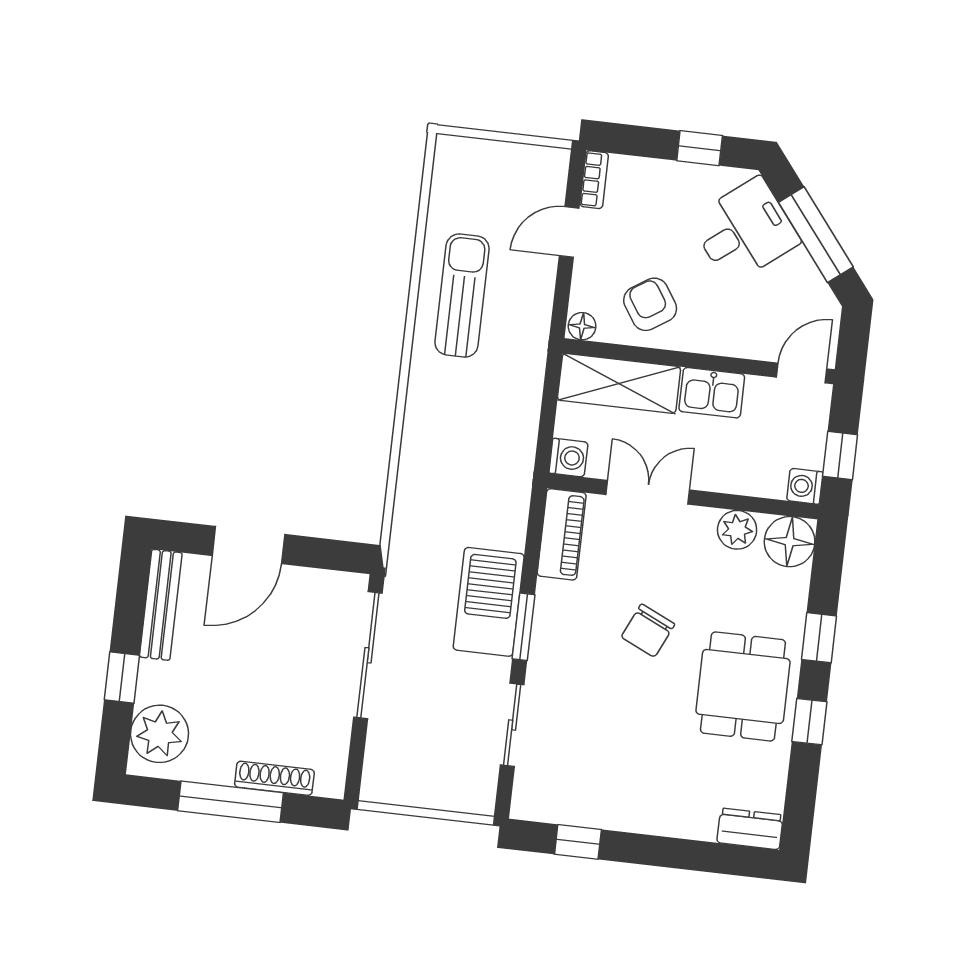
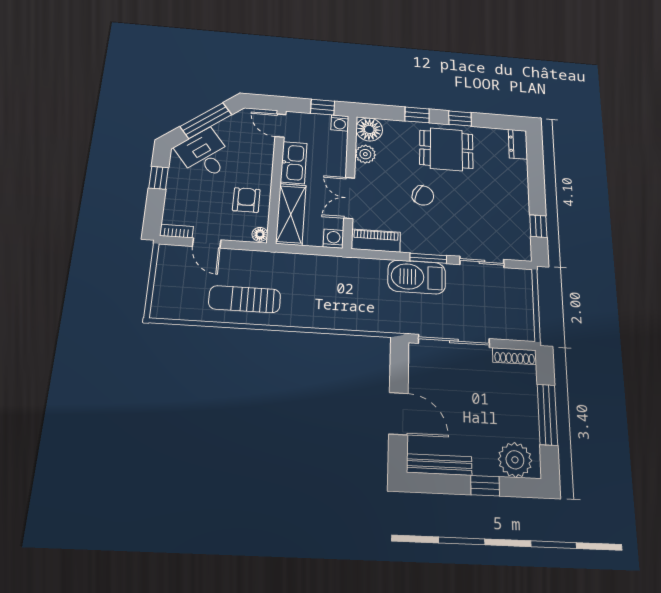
armchair: (650, 304) -> (246, 200), turned 123
kitchen sink: (712, 393) -> (294, 163), width x1.38
shoe rack: (274, 778) -> (514, 356), moved, turned -90

